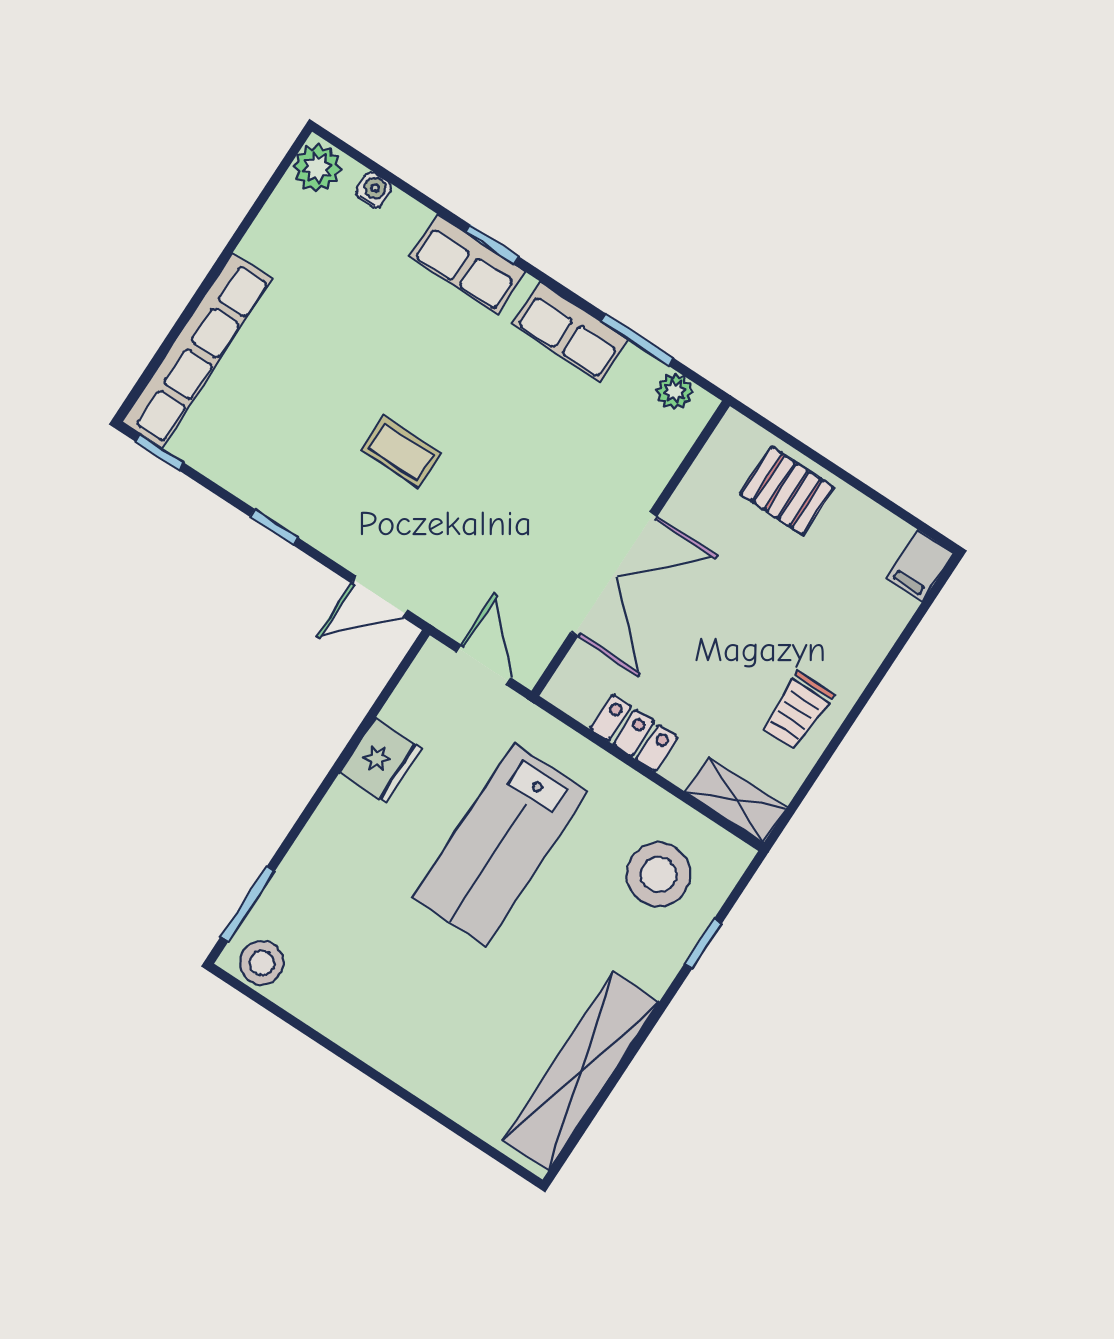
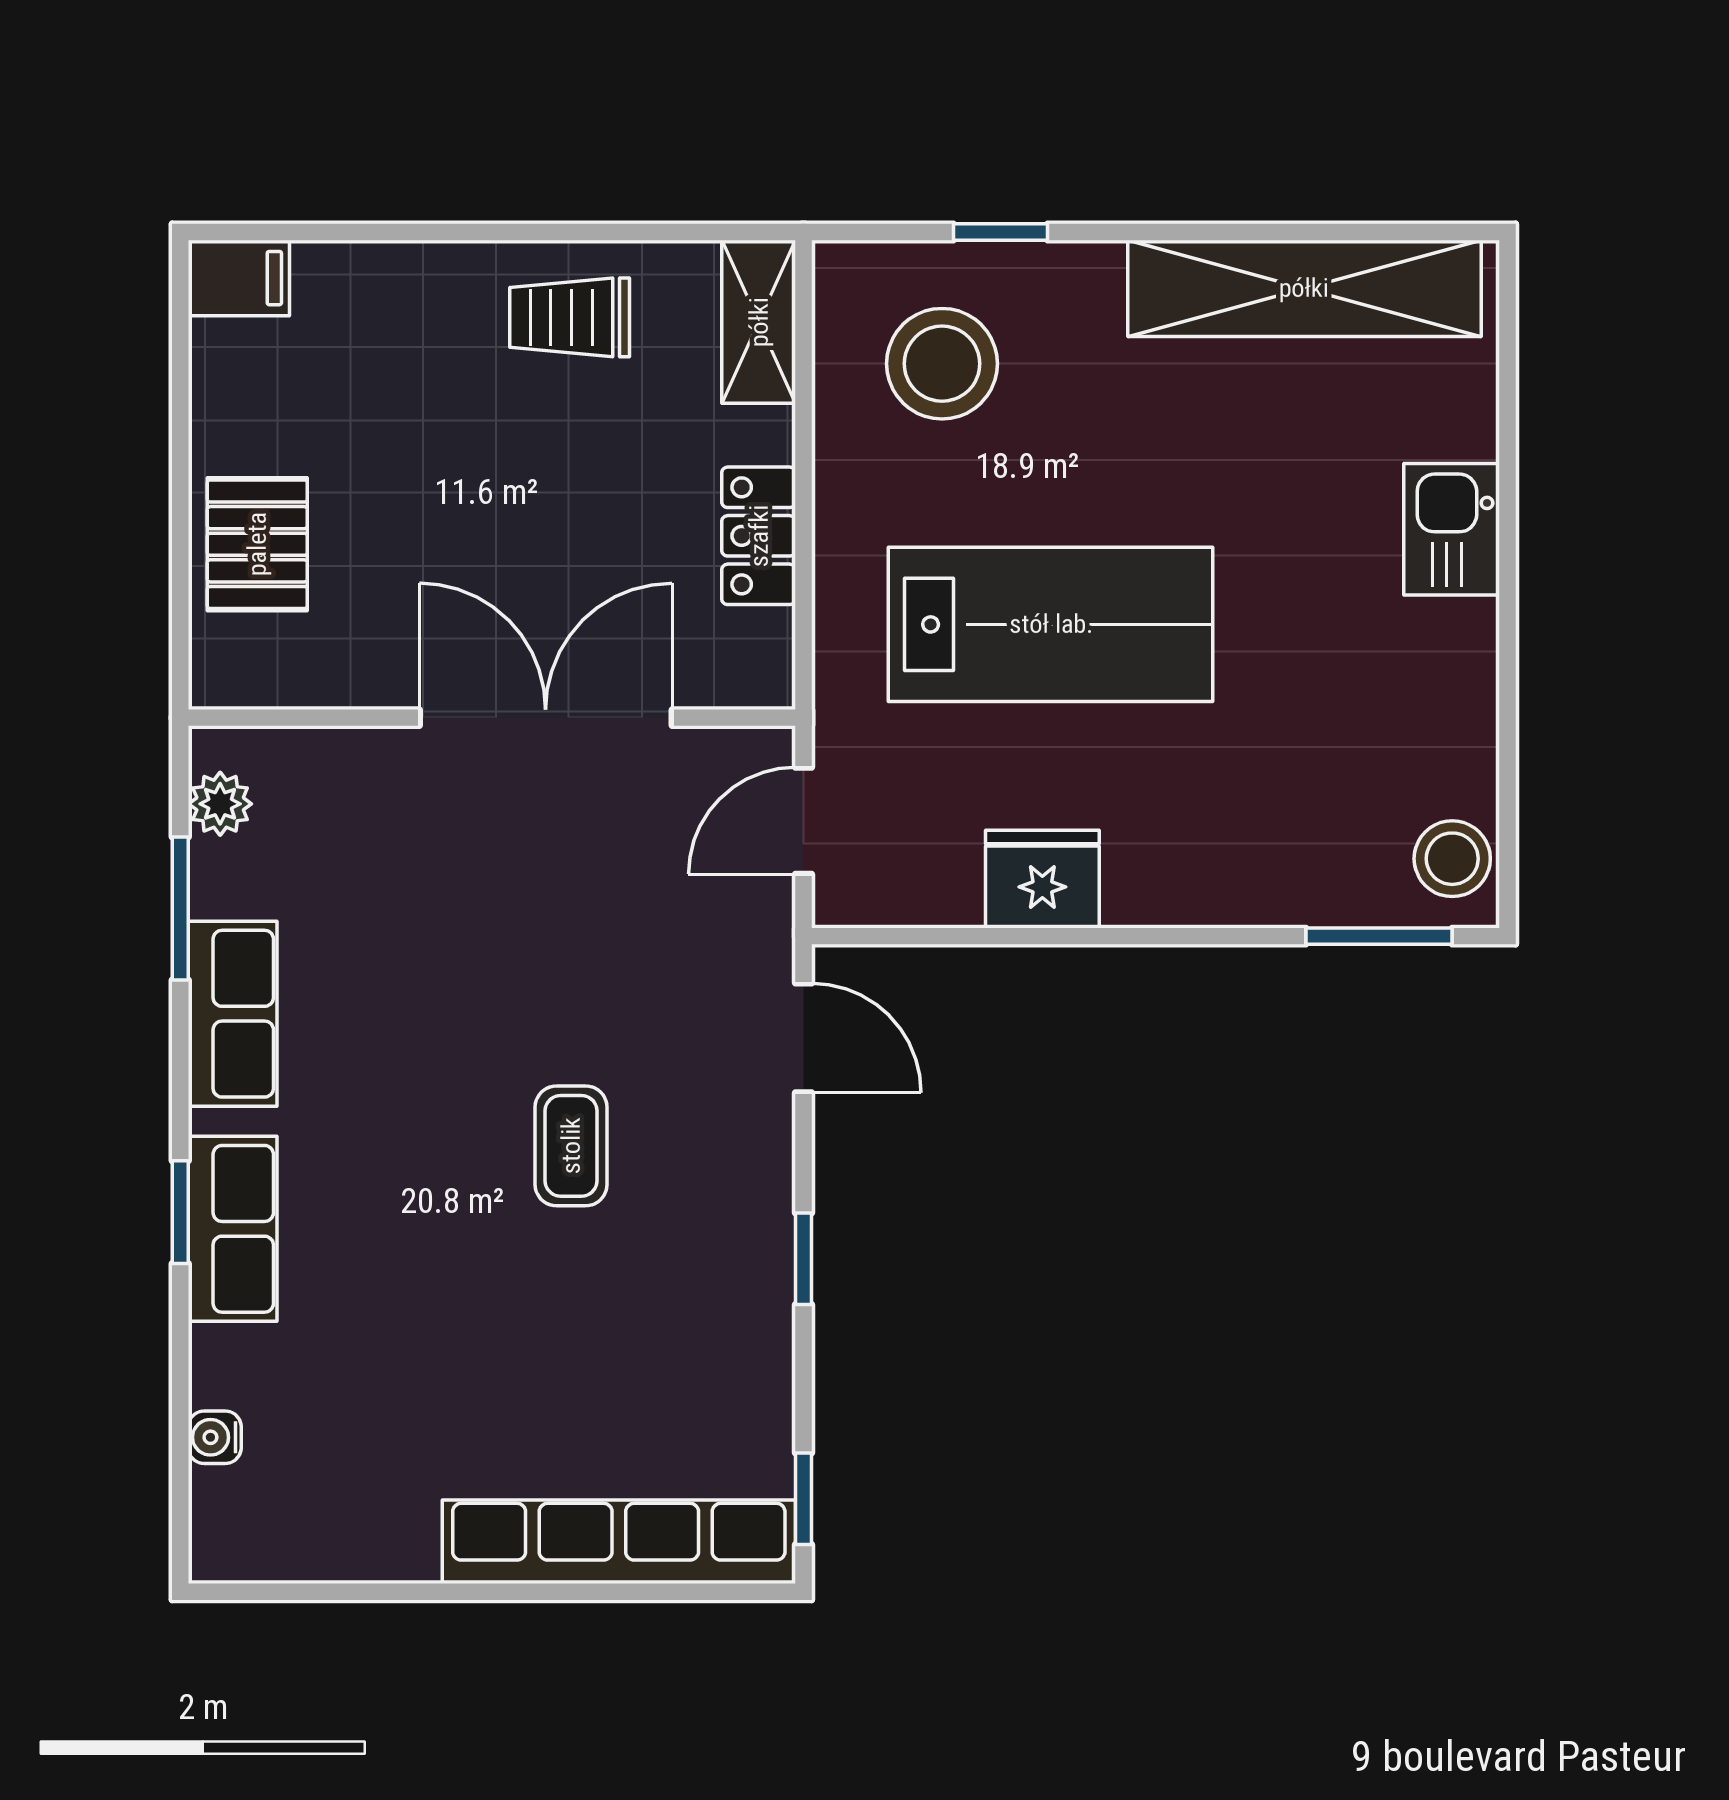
plant: (317, 168) -> (236, 1541), removed
trolley: (797, 711) -> (570, 317), turned 180
kitchen sink: (419, 1066) -> (1452, 529), added

